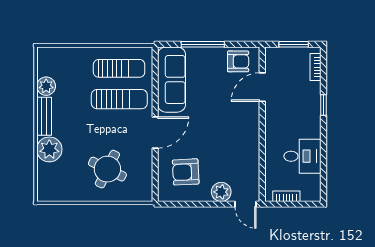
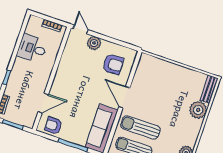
bench: (44, 116) -> (209, 89), moved
door: (155, 132) -> (124, 97), hinge flipped
round table: (107, 169) -> (164, 84), removed

